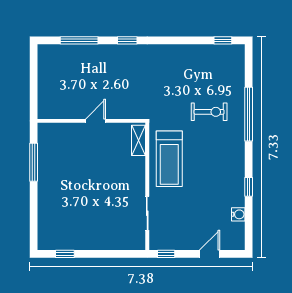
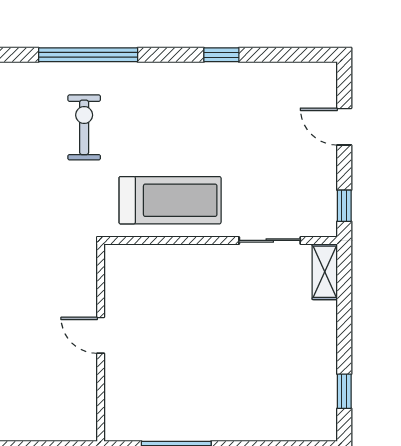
shelving: (139, 140) -> (325, 272), moved, turned 90
water cooler: (238, 214) -> (272, 74), removed

